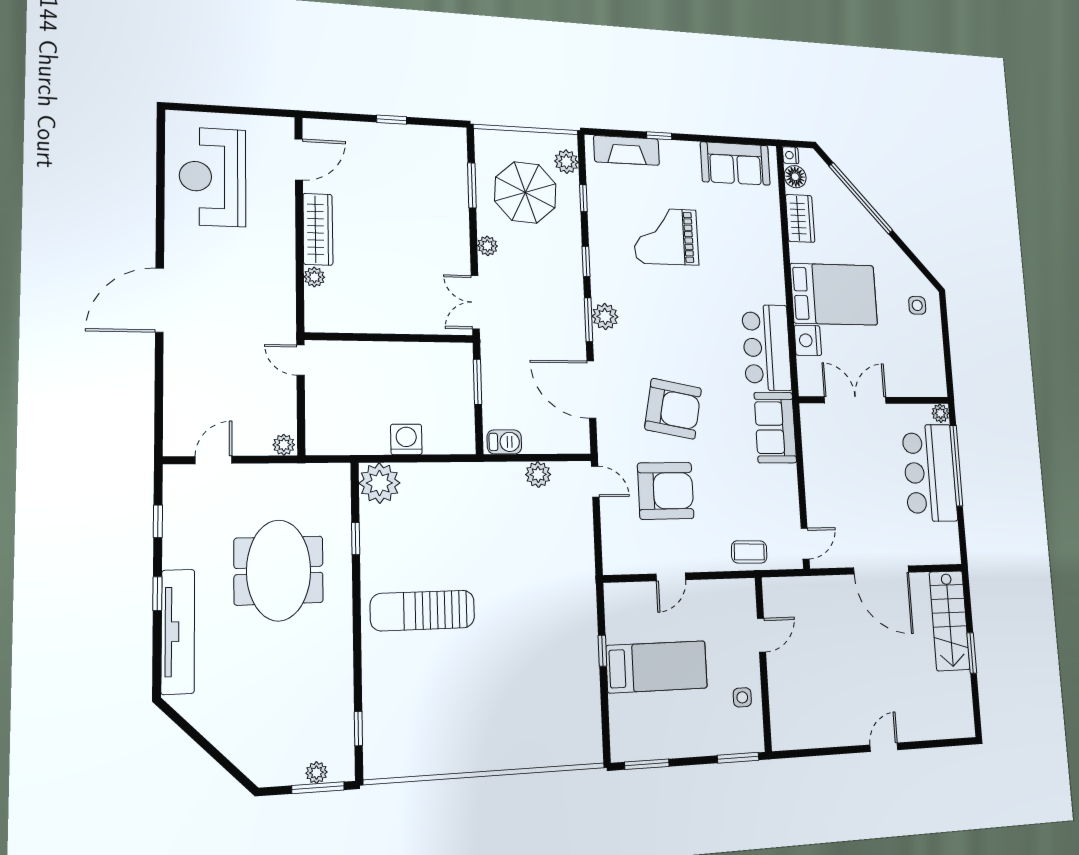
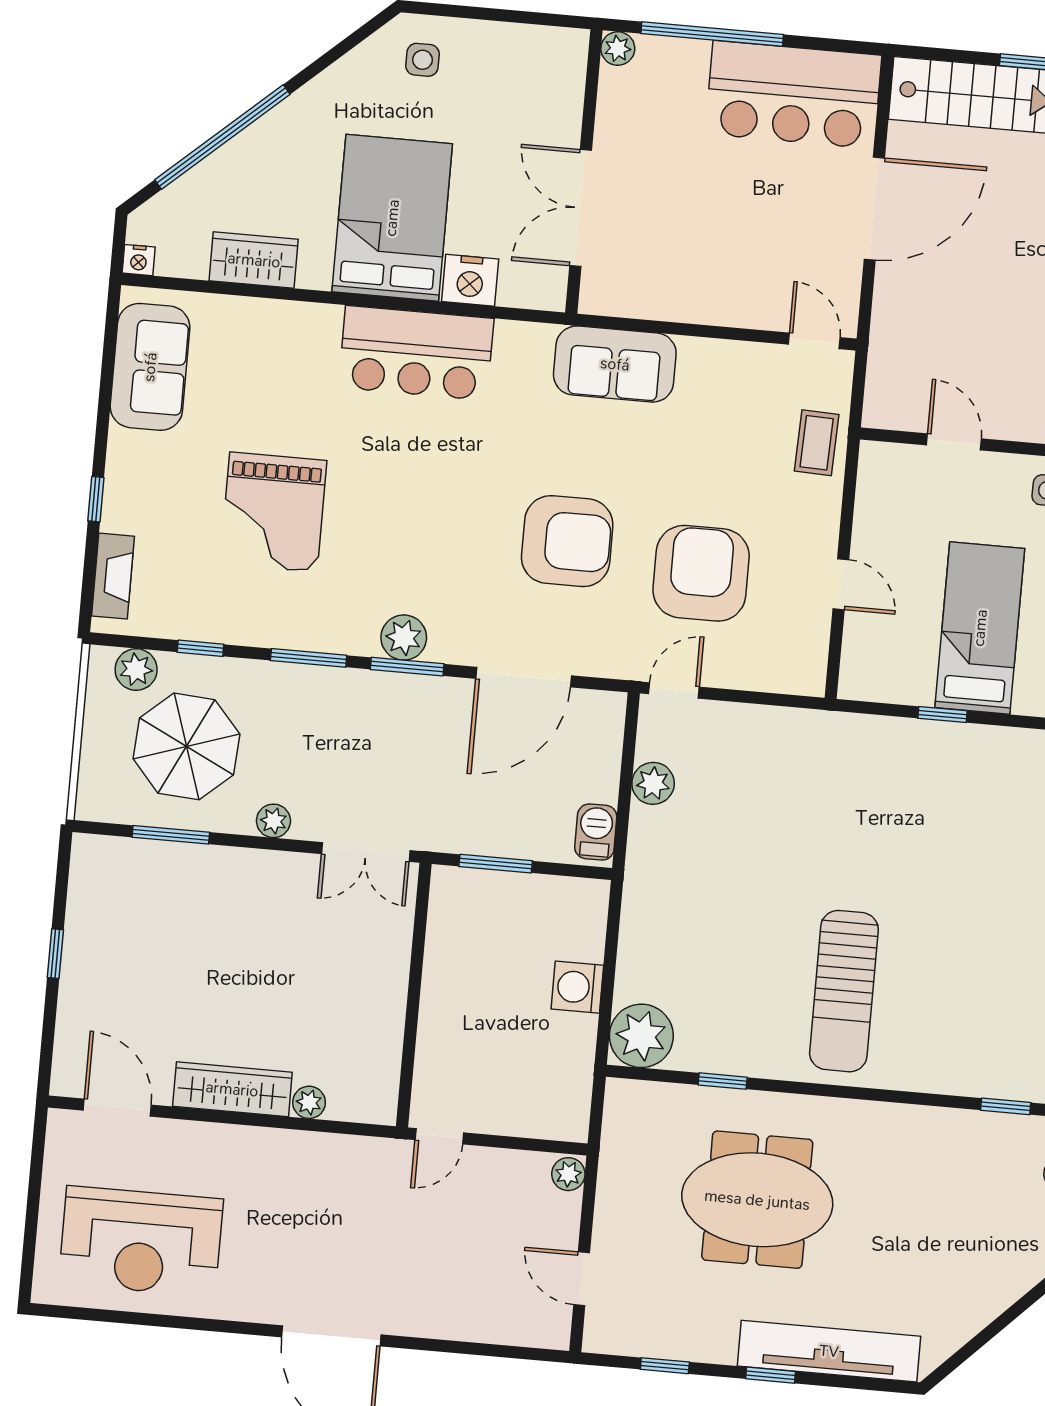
fireplace: (627, 150) -> (113, 576), width x0.73, depth x0.76
floor lamp: (795, 177) -> (178, 258), removed
window: (586, 261) -> (309, 658), width x1.50
bar counter: (767, 348) -> (416, 353), moved
armchair: (673, 409) -> (567, 541), turned 79
bar counter: (930, 473) -> (793, 95), moved

